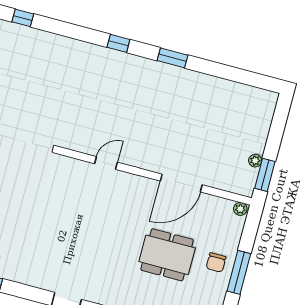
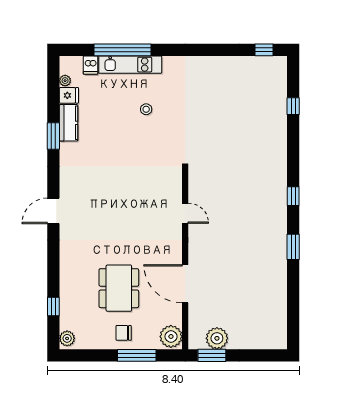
plant: (255, 161) -> (217, 338), width x1.88, depth x1.88
plant: (240, 209) -> (171, 336), width x1.88, depth x1.88
window: (239, 272) -> (137, 355), moved

